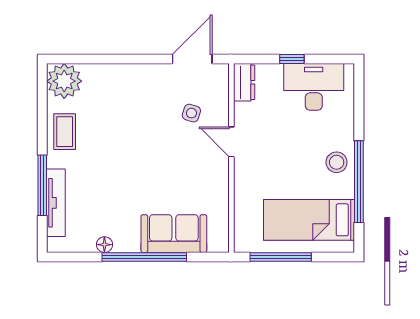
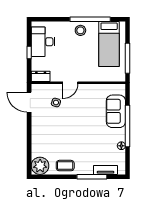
tv unit: (56, 203) -> (105, 170), width x0.71

